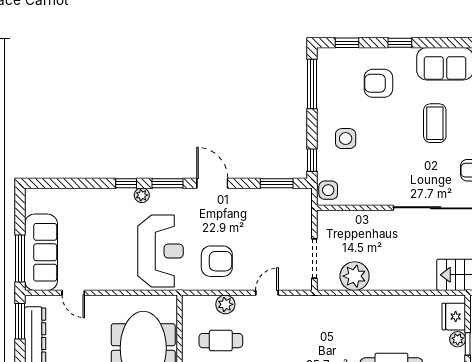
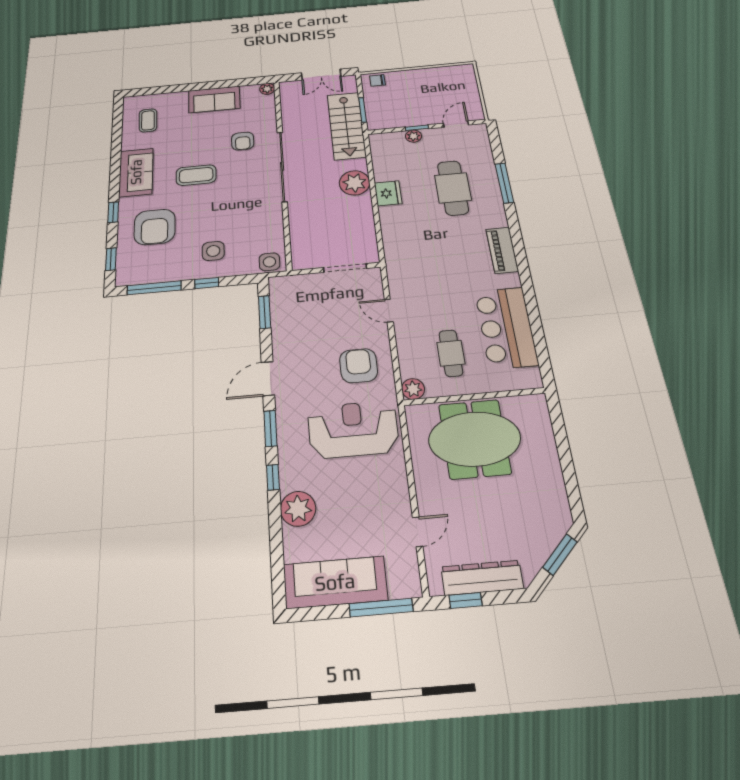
armchair: (378, 83) -> (155, 227), width x1.36, depth x1.36
window: (312, 160) -> (207, 283), moved
plant: (142, 195) -> (298, 509), moved, width x1.87, depth x1.87
sofa: (41, 252) -> (335, 582), moved
plant: (355, 276) -> (355, 183), moved
plant: (225, 304) -> (413, 389), moved
fridge: (454, 317) -> (388, 193), moved, turned -90
window: (20, 321) -> (466, 600), width x0.67

